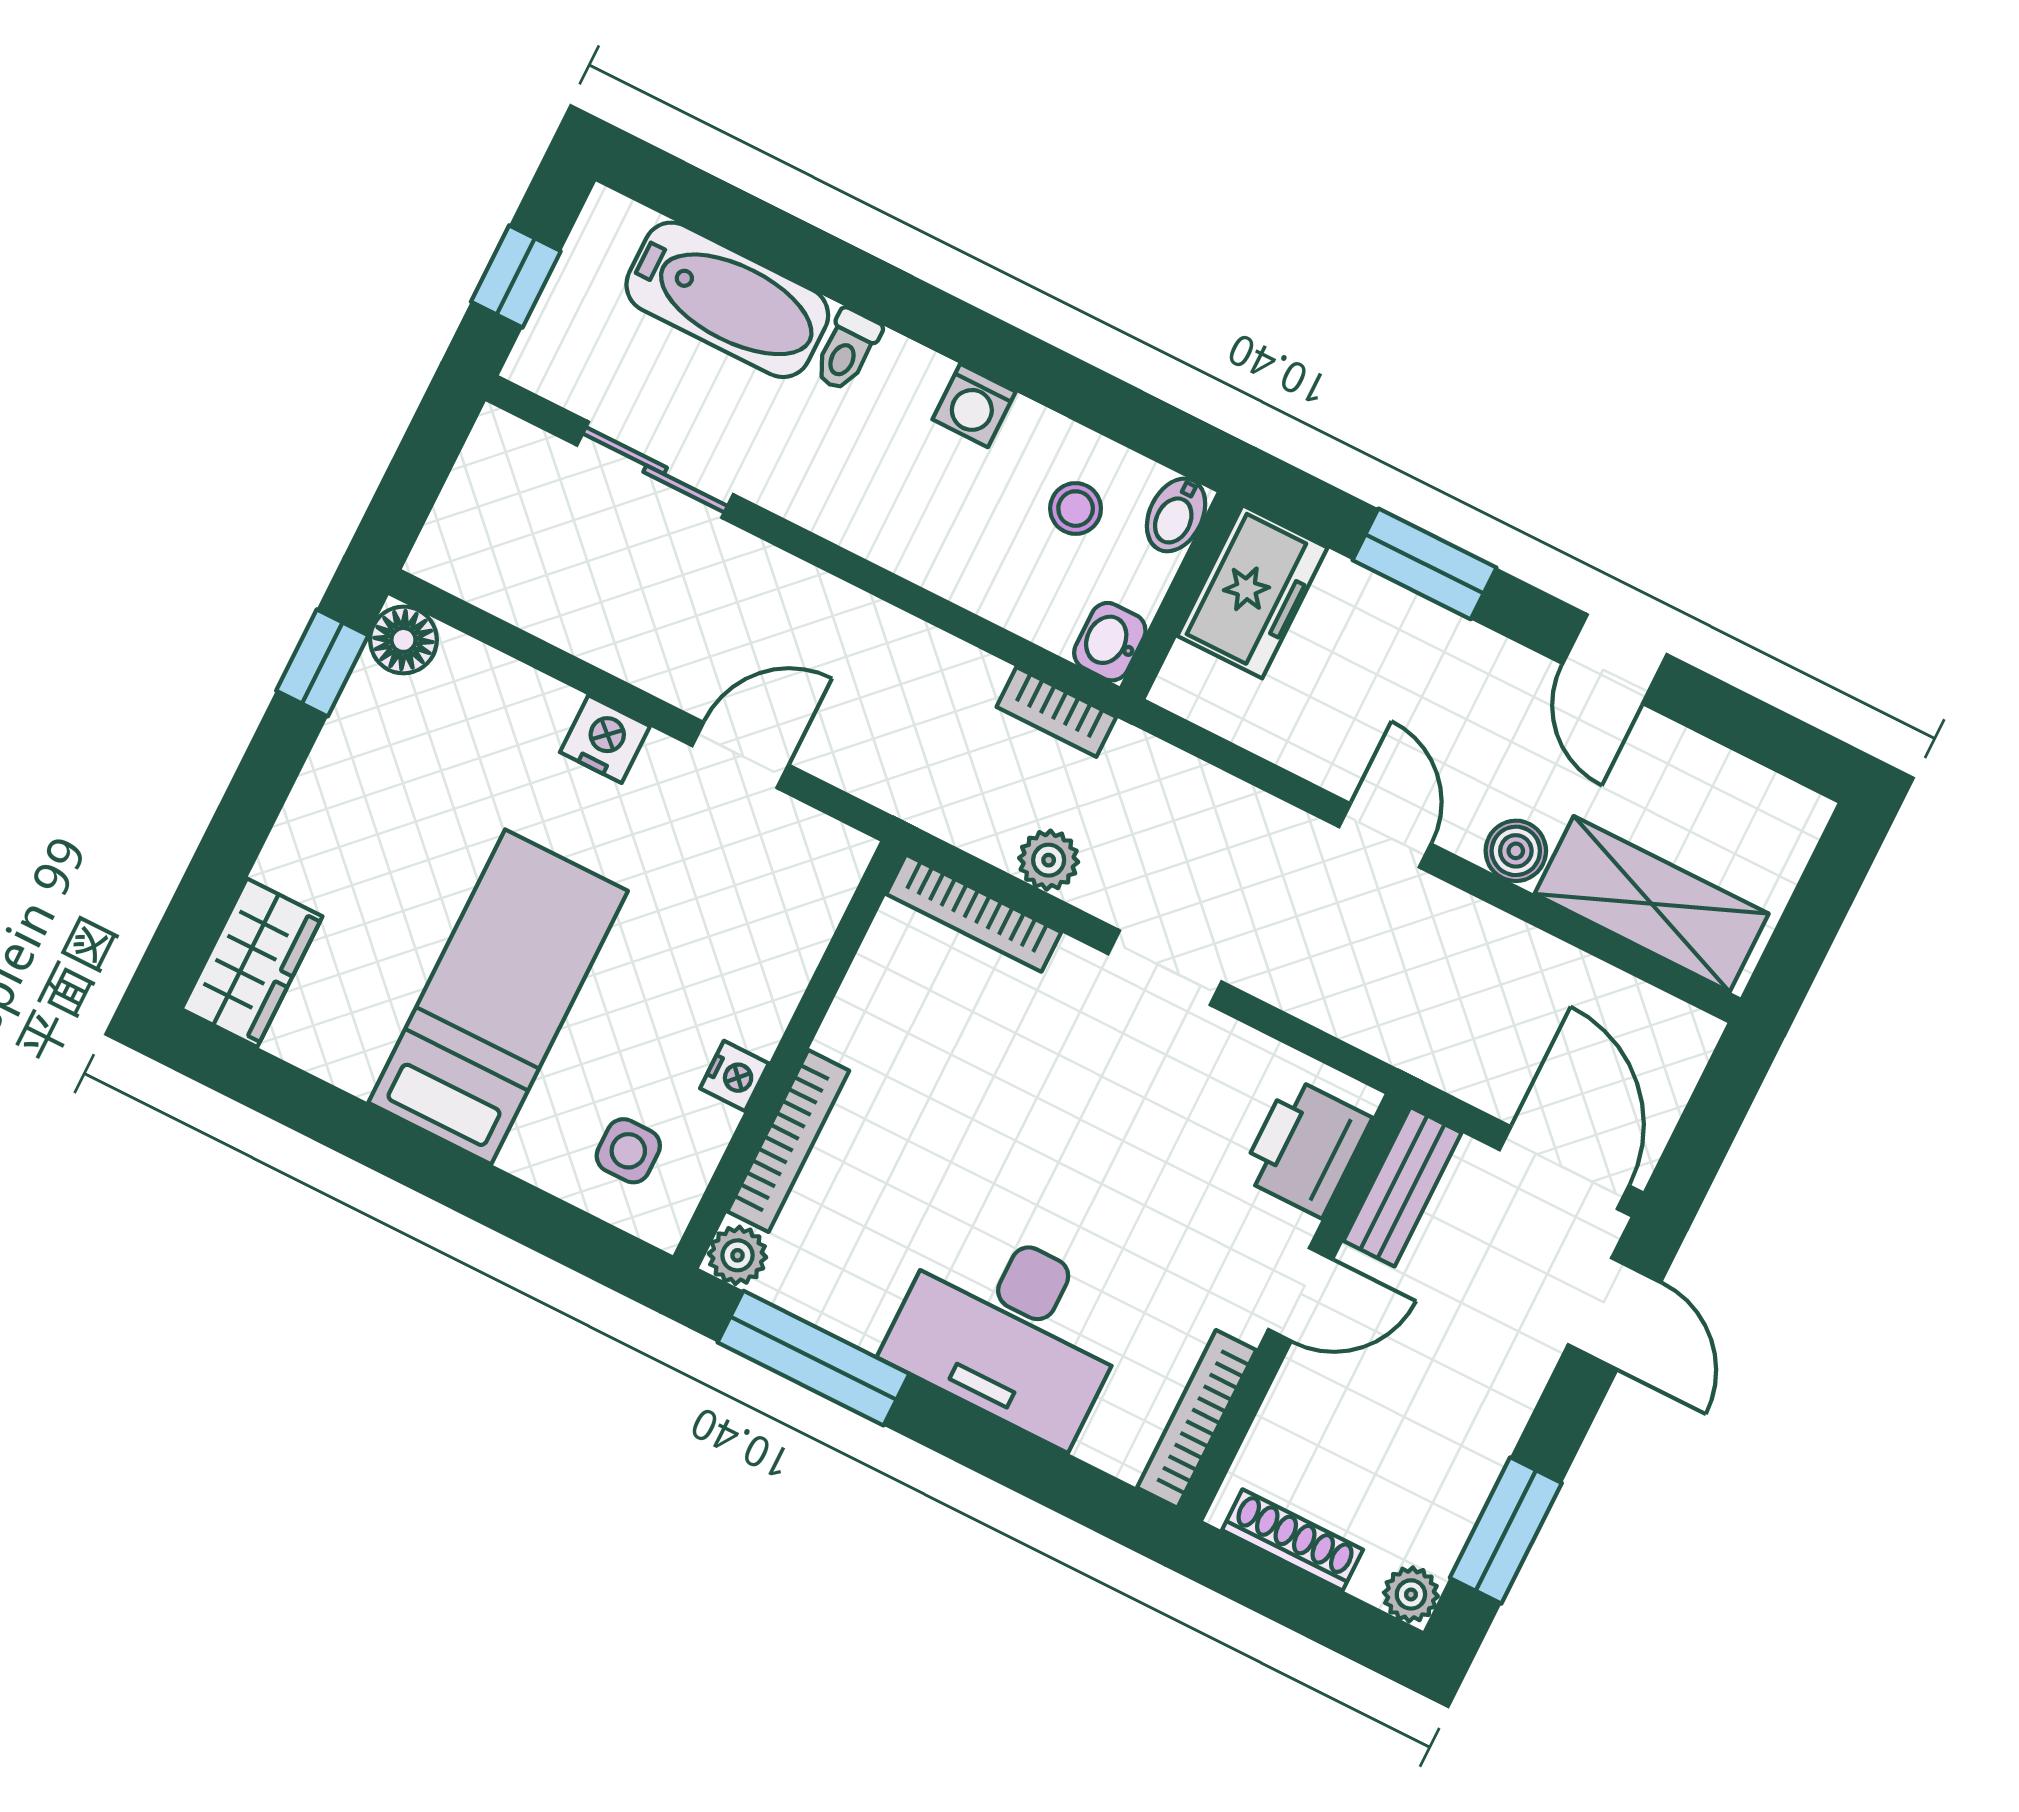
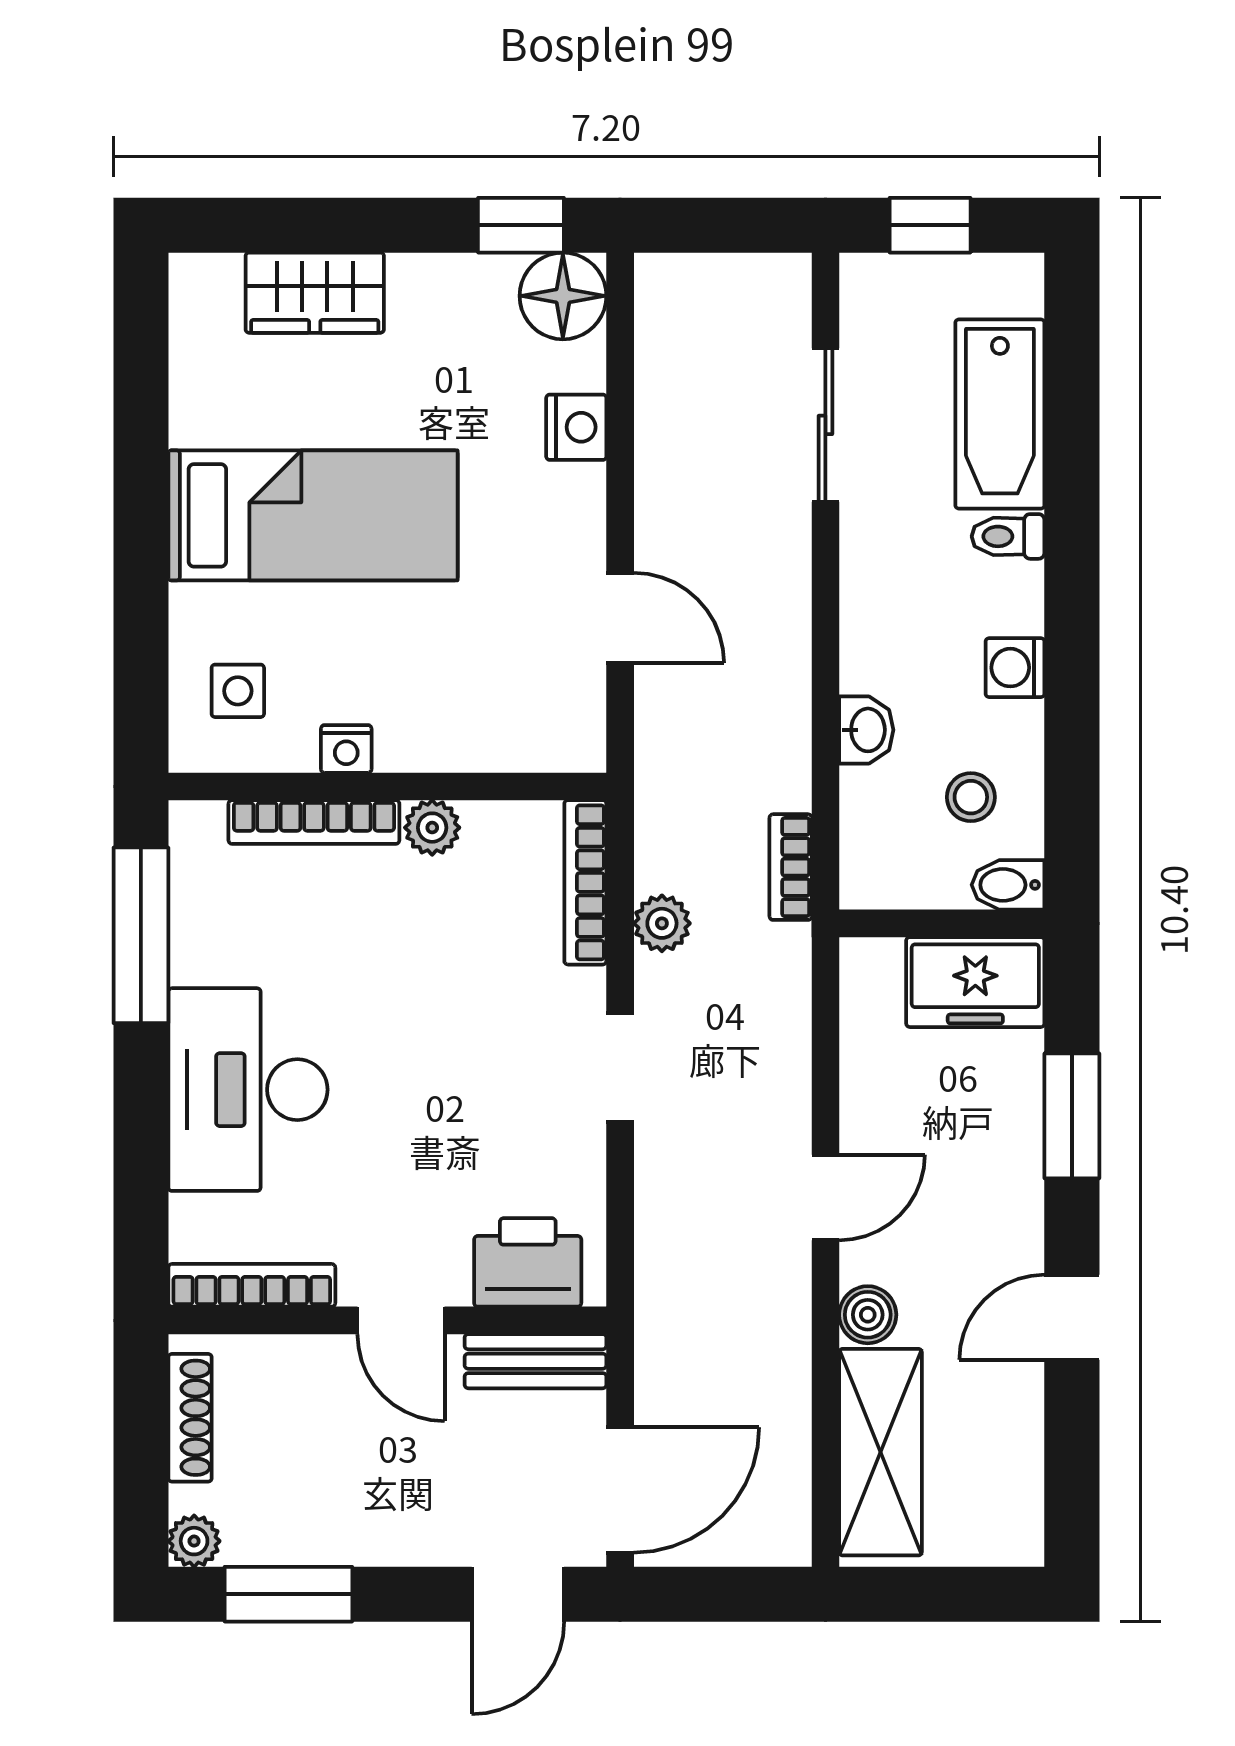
floor lamp: (403, 640) -> (563, 296), width x1.38, depth x1.38
washbasin: (1110, 642) -> (866, 730), moved, turned 90
nightstand: (605, 739) -> (576, 427), moved
wardrobe: (252, 963) -> (315, 293), moved
plant: (737, 1255) -> (432, 828), moved

